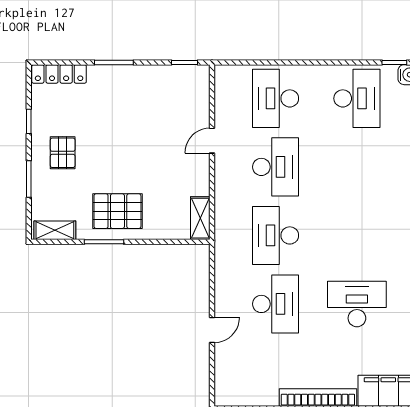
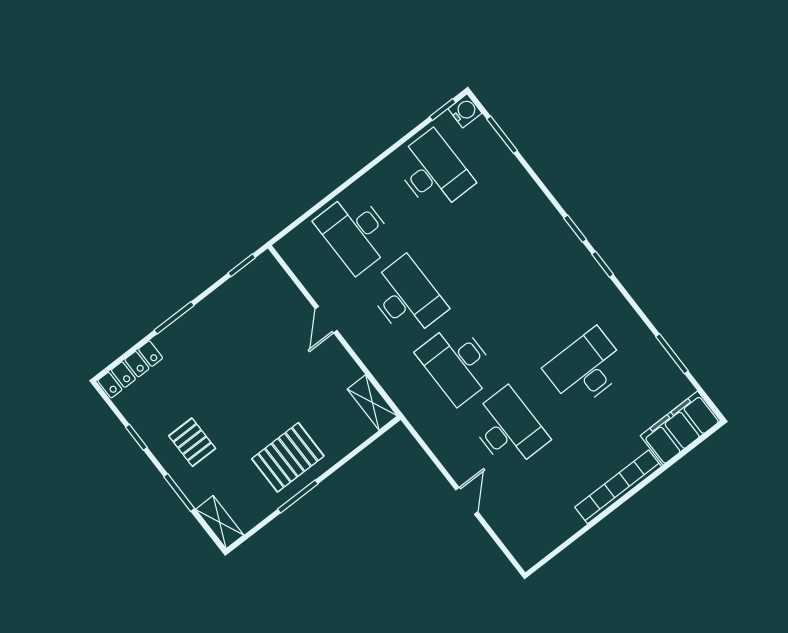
shelving: (55, 230) -> (220, 522), moved, turned 90

